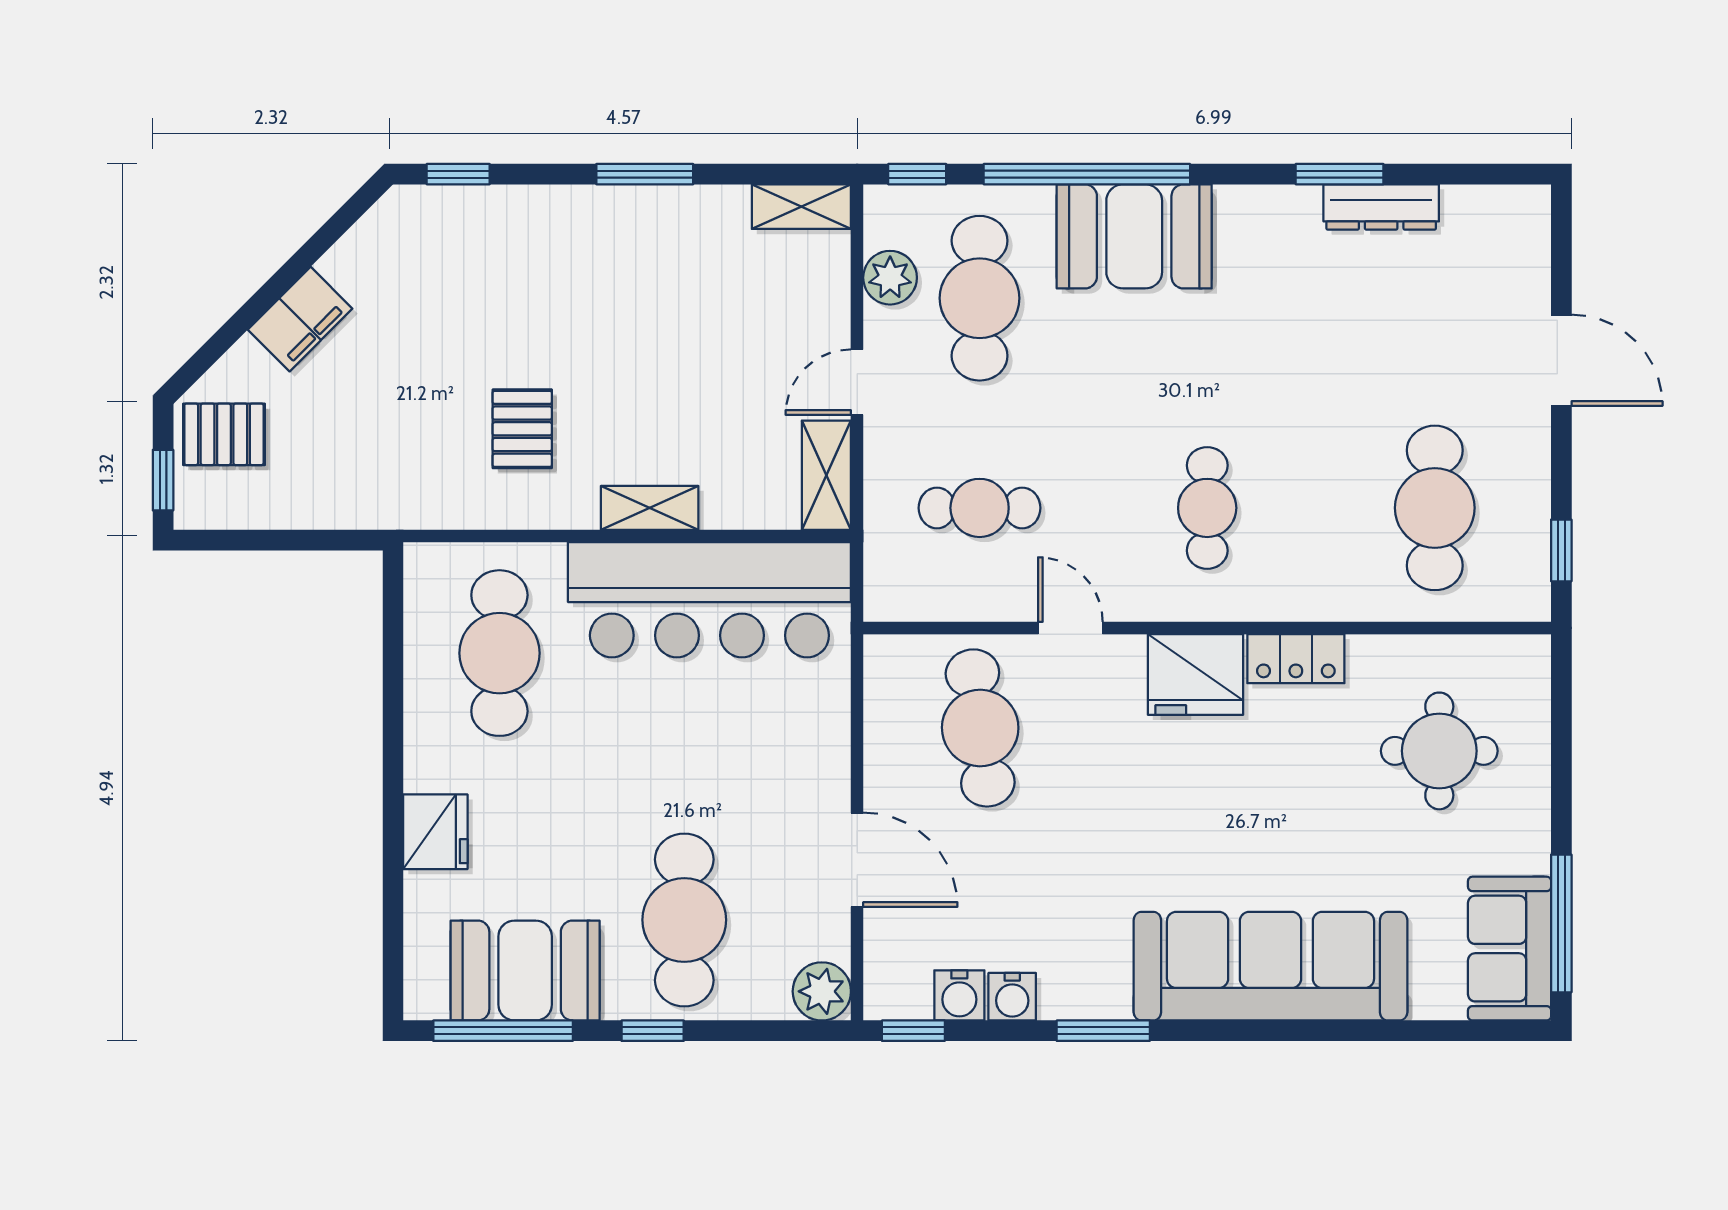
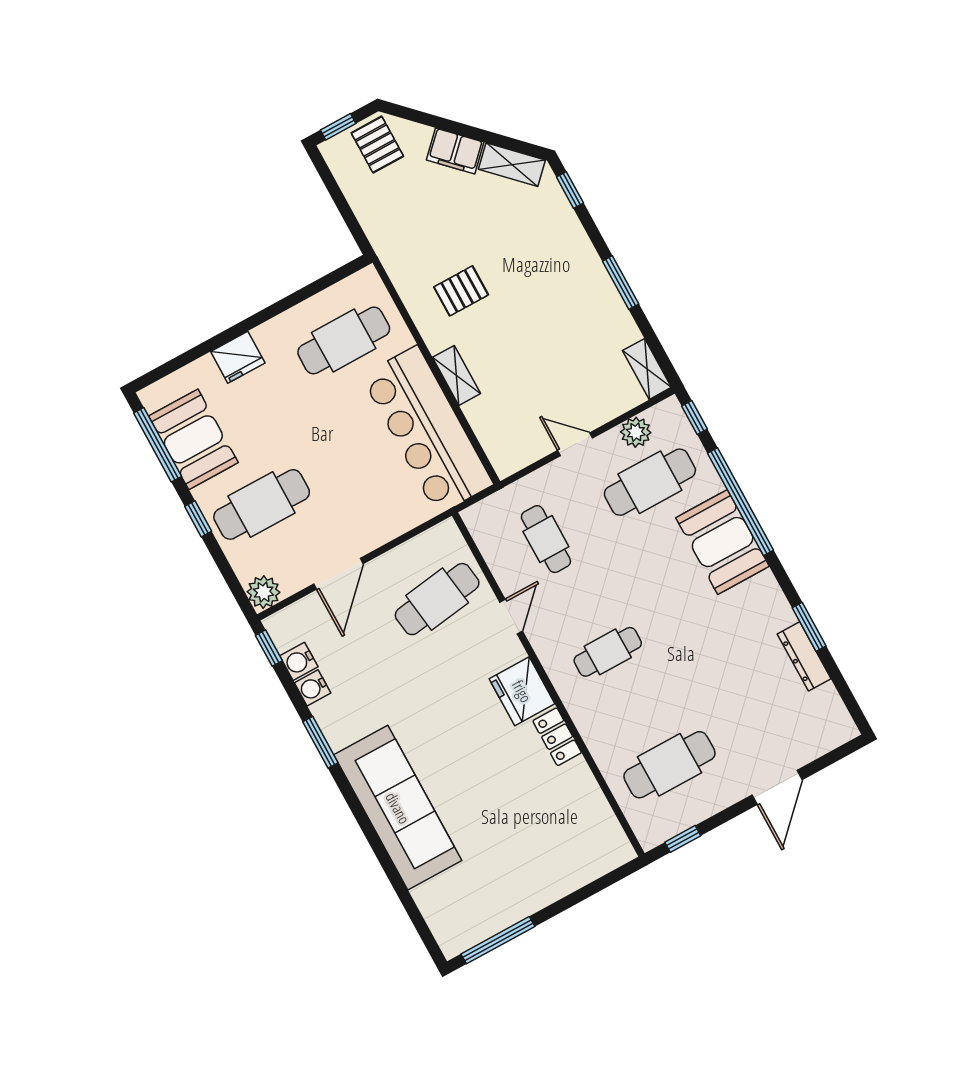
shelving: (826, 475) -> (512, 165), moved, turned 45
round table: (1439, 751) -> (550, 833), removed
sofa: (1510, 949) -> (471, 921), removed

